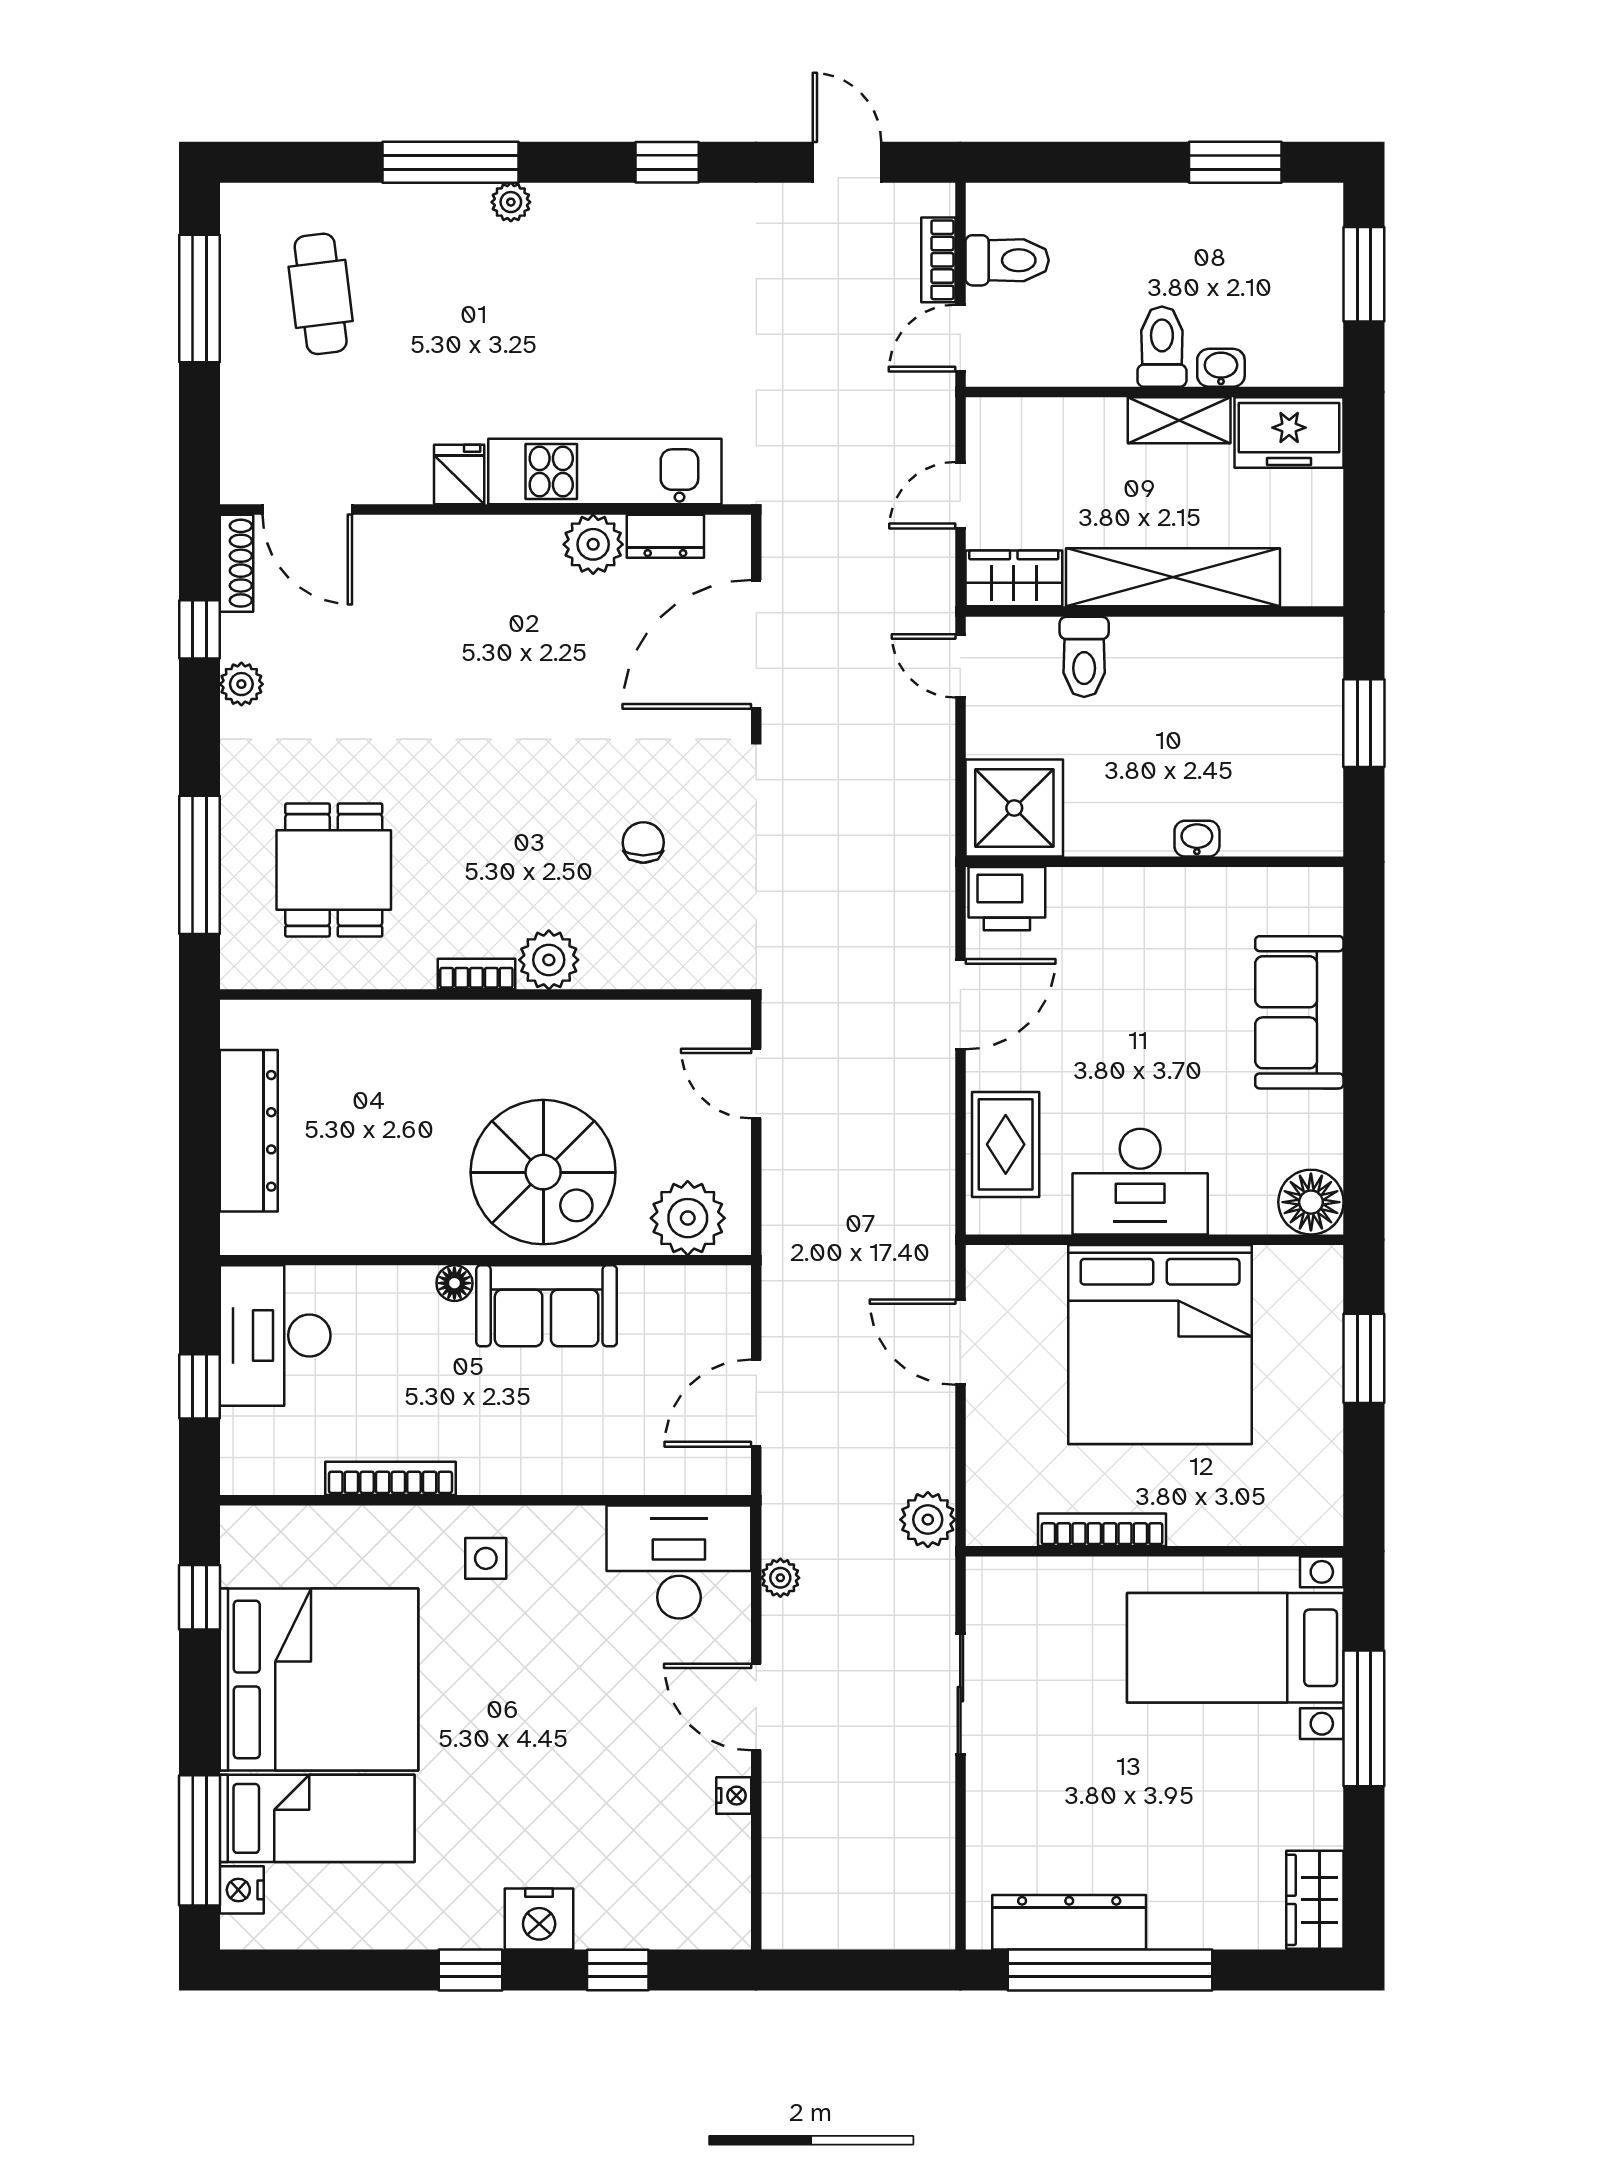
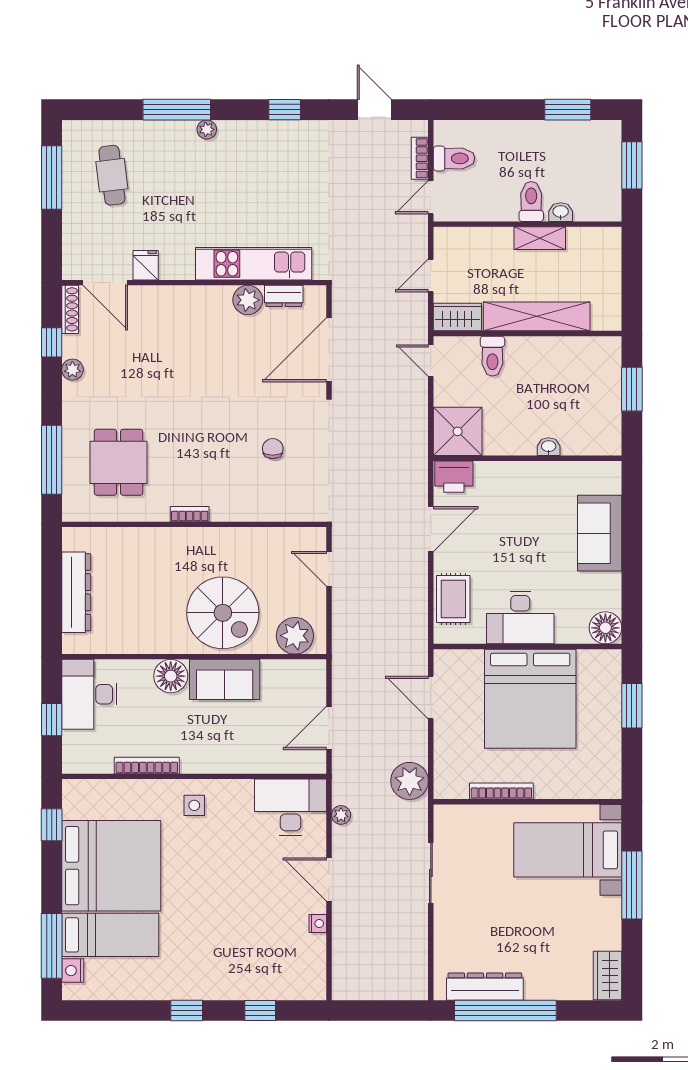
freezer: (1289, 432) -> (595, 244), removed
fridge: (459, 474) -> (146, 265), moved
plant: (549, 960) -> (226, 507), removed
floor lamp: (454, 1283) -> (171, 676), width x1.89, depth x1.89
plant: (928, 1520) -> (410, 781), width x1.36, depth x1.36
nightstand: (539, 1919) -> (221, 985), removed

